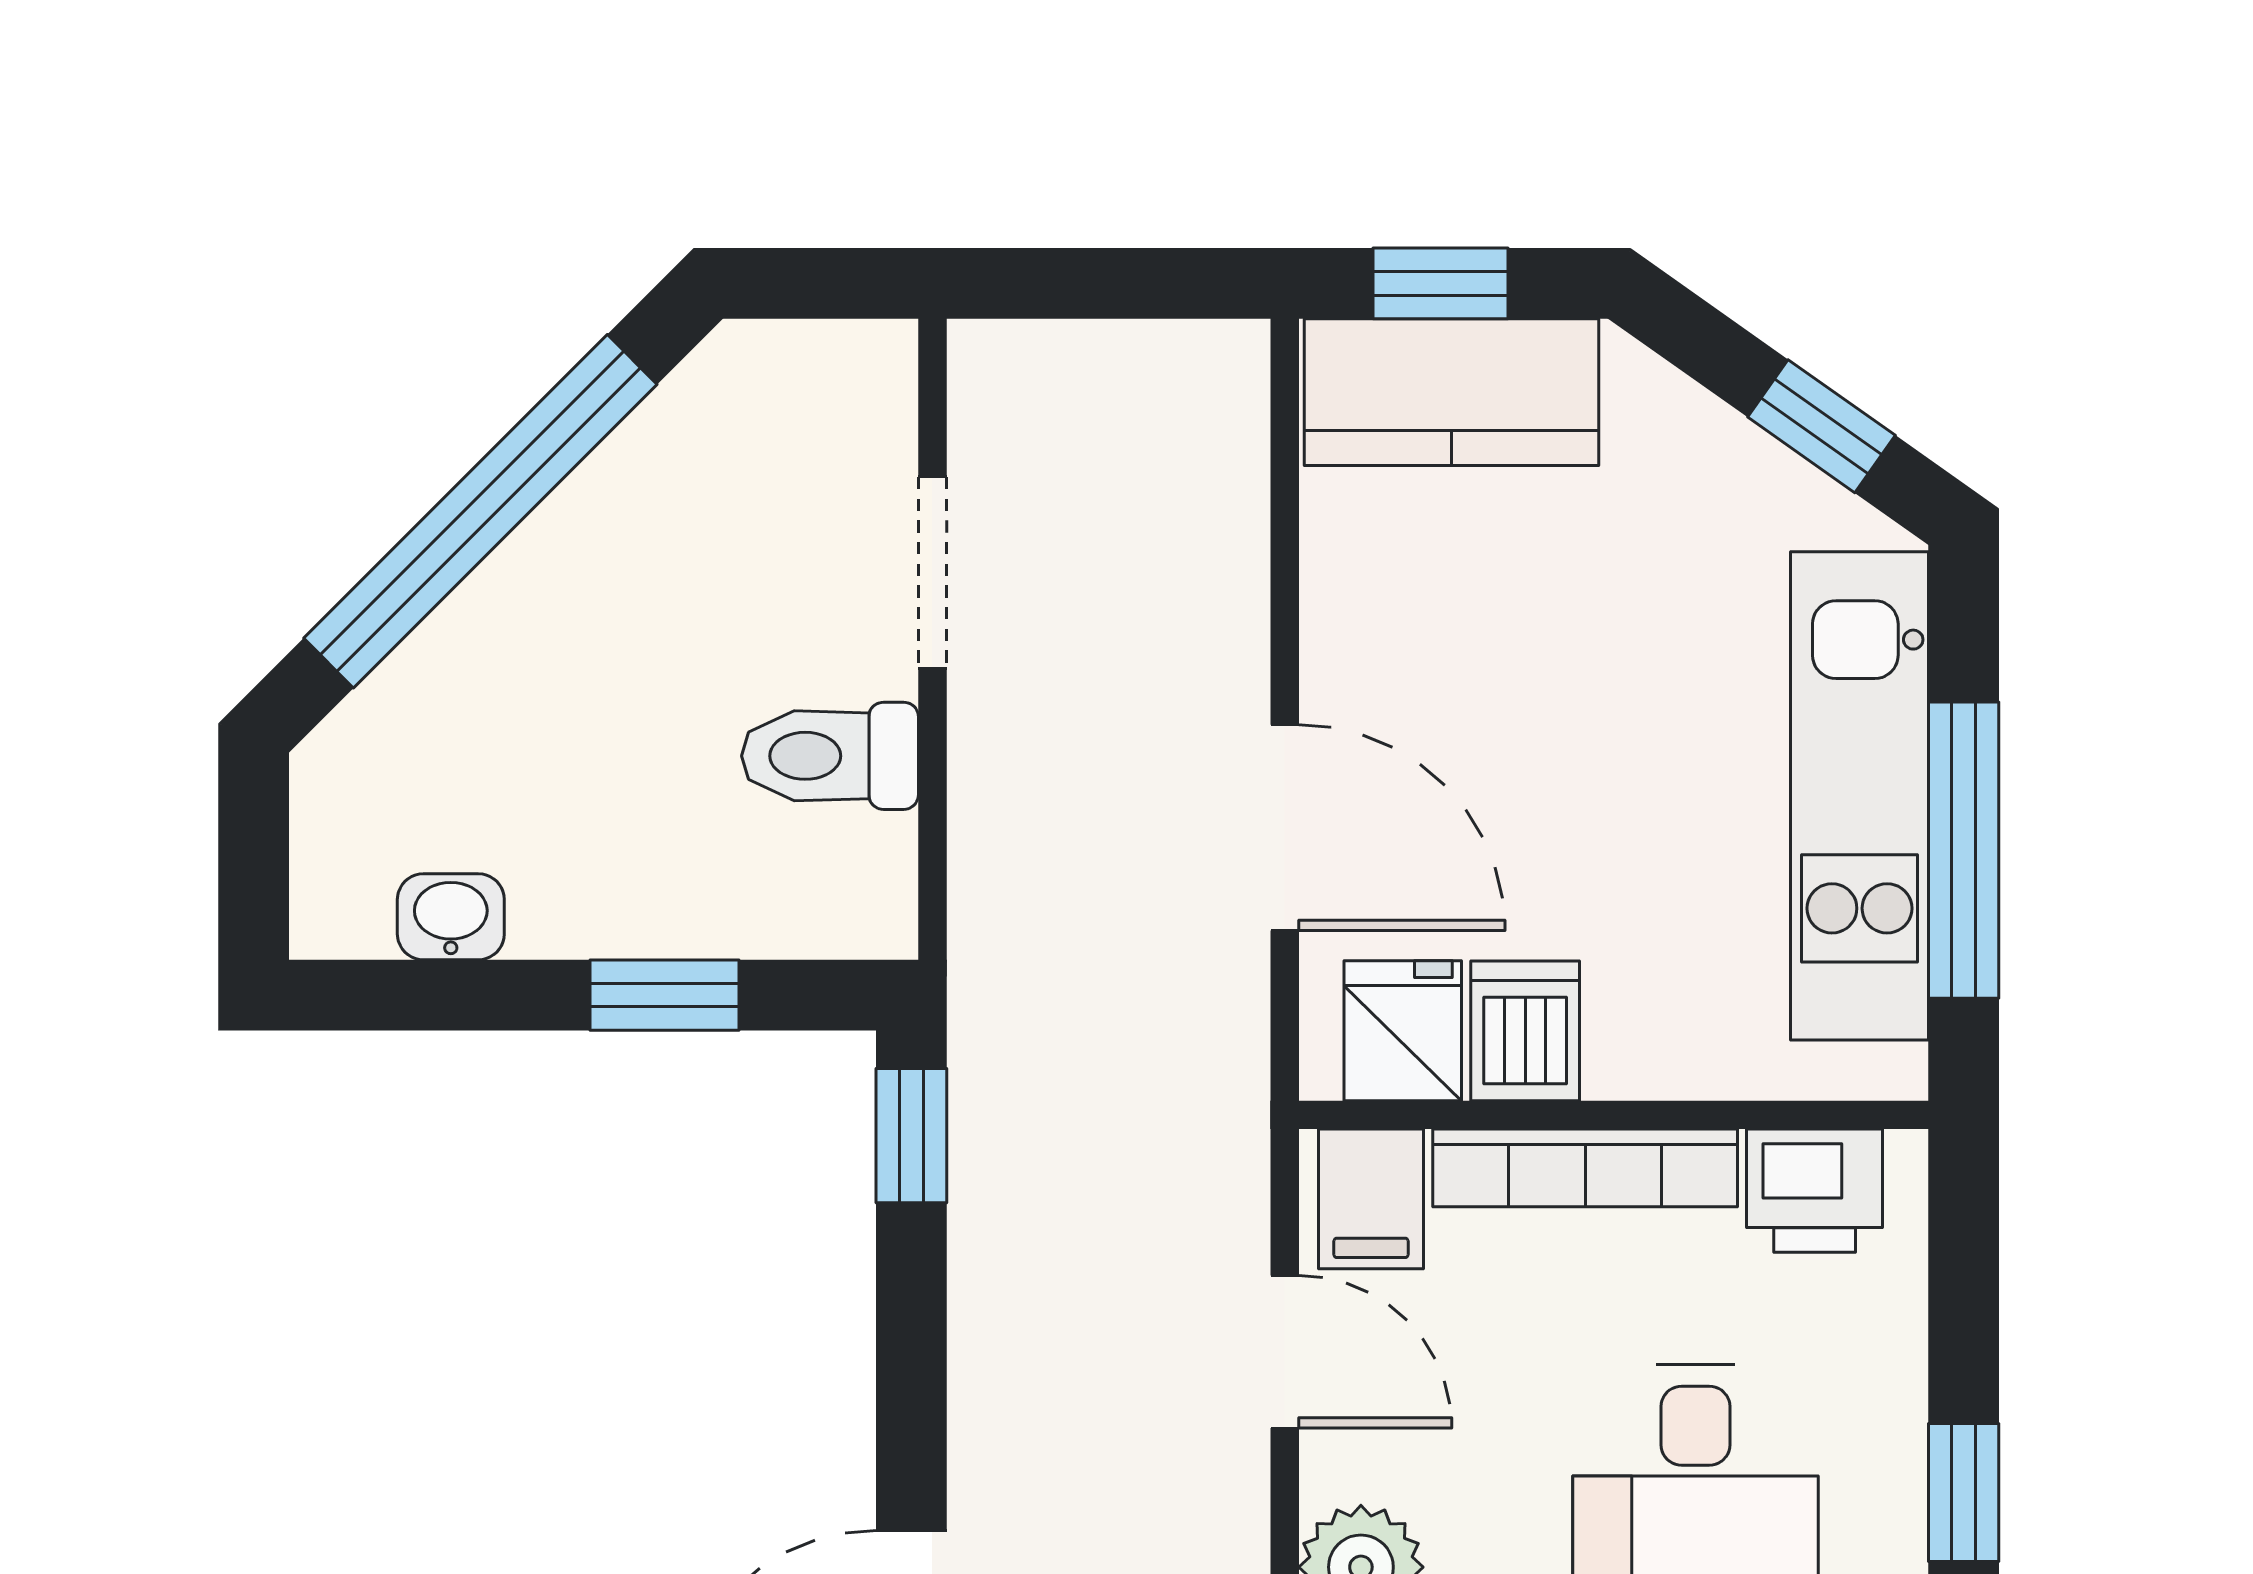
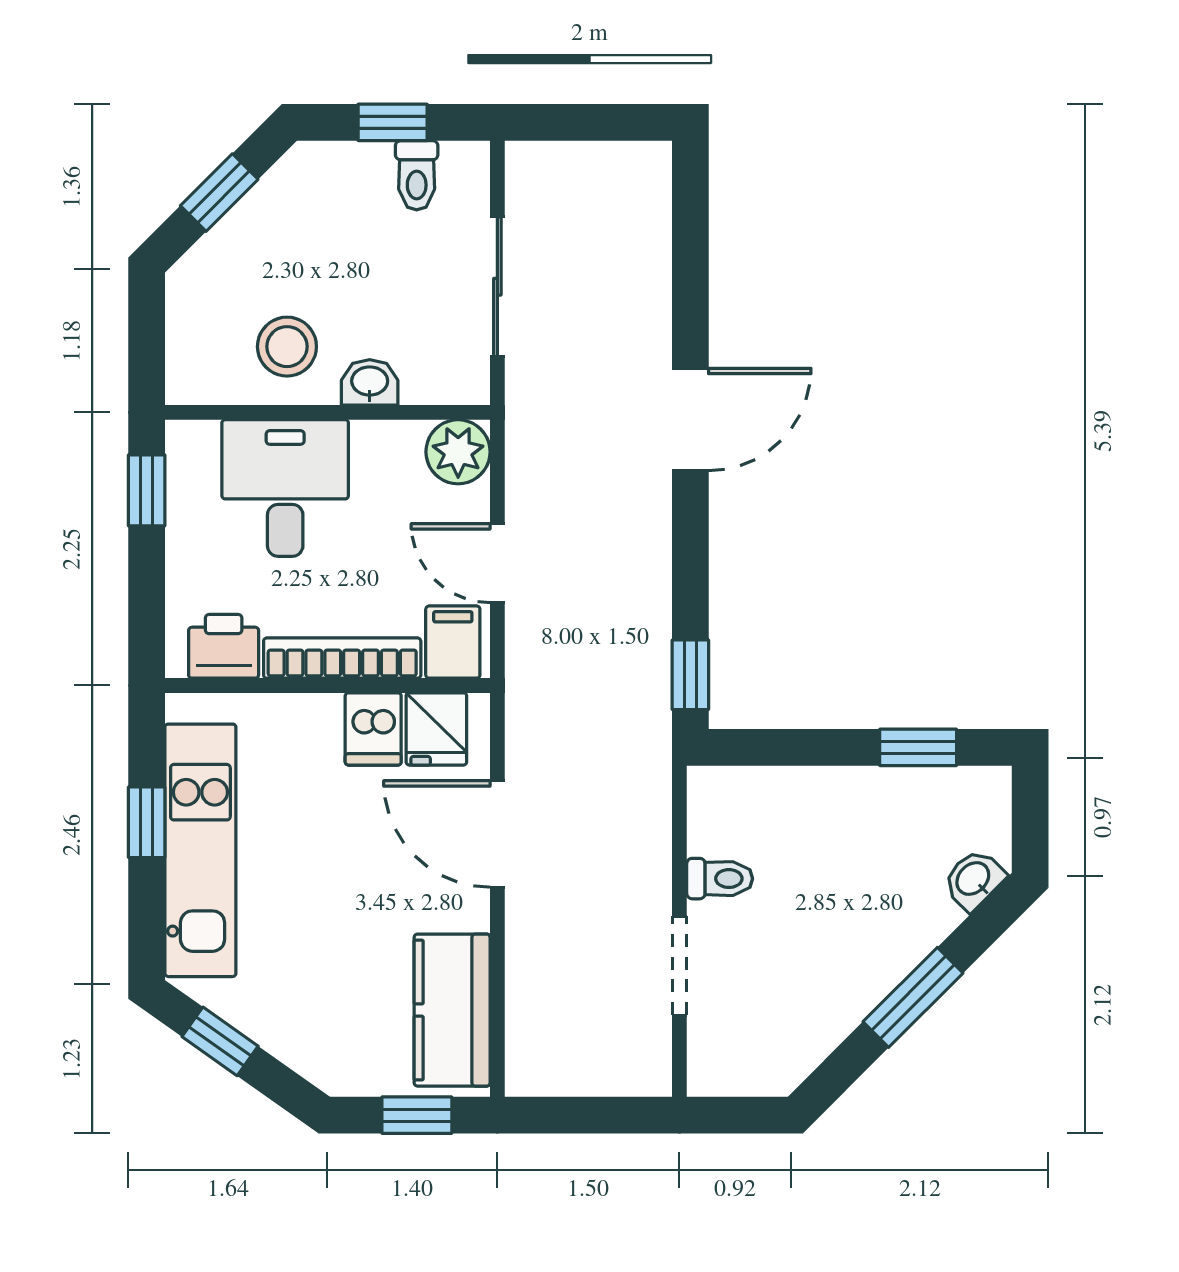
kitchen counter: (1451, 392) -> (452, 1010), moved, turned -90
window: (480, 511) -> (913, 997), width x0.47
toilet: (830, 756) -> (720, 879), width x0.73, depth x0.72
window: (1964, 850) -> (147, 822), width x0.46
washbasin: (451, 917) -> (974, 879), moved, turned 135
window: (665, 995) -> (918, 747), moved

